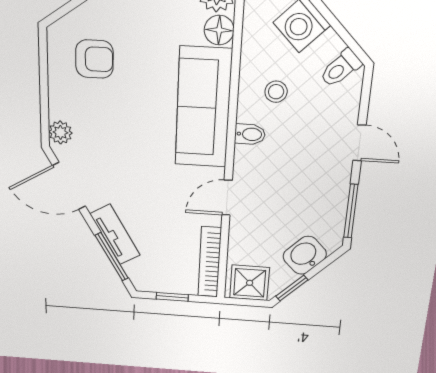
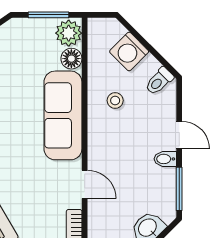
bidet: (250, 134) -> (165, 159), moved, turned 180
door: (227, 198) -> (85, 184), swing flipped

